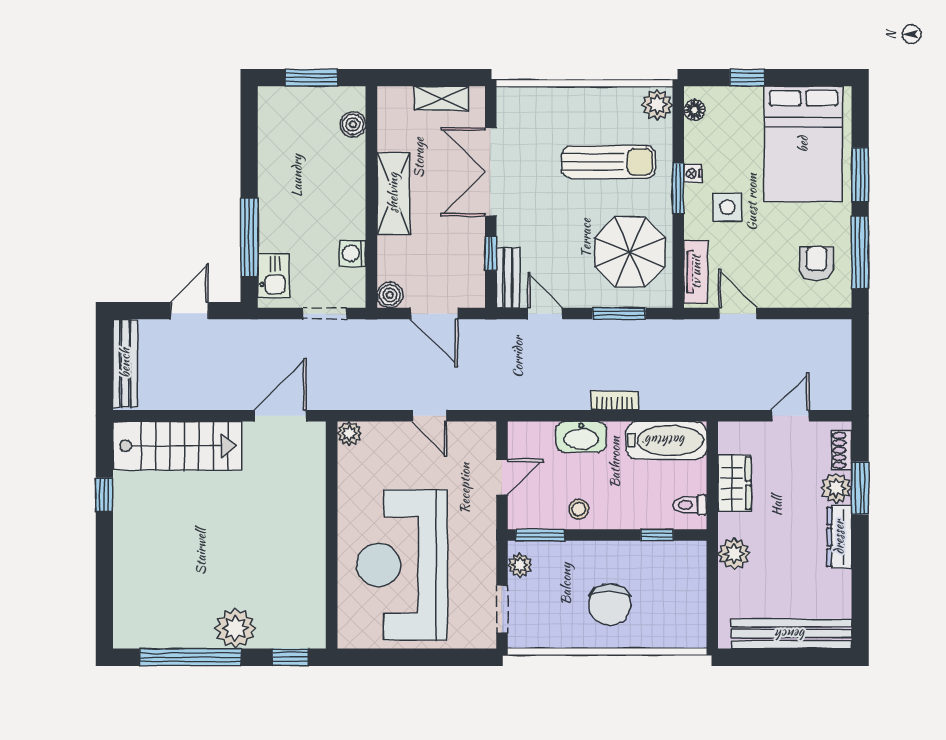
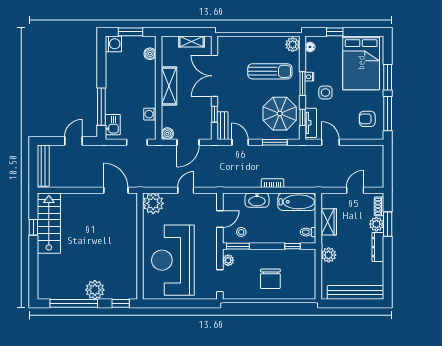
washing machine: (275, 103) -> (113, 44), added
window: (678, 260) -> (302, 117), added
armchair: (816, 263) -> (367, 119), turned -90
door: (434, 313) -> (188, 142), hinge flipped
door: (280, 416) -> (116, 190), hinge flipped
door: (429, 416) -> (186, 190), swing flipped
plant: (349, 433) -> (153, 203), width x1.87, depth x1.87
stairs: (177, 446) -> (49, 223), moved, turned -90
stool: (579, 509) -> (241, 232), moved

